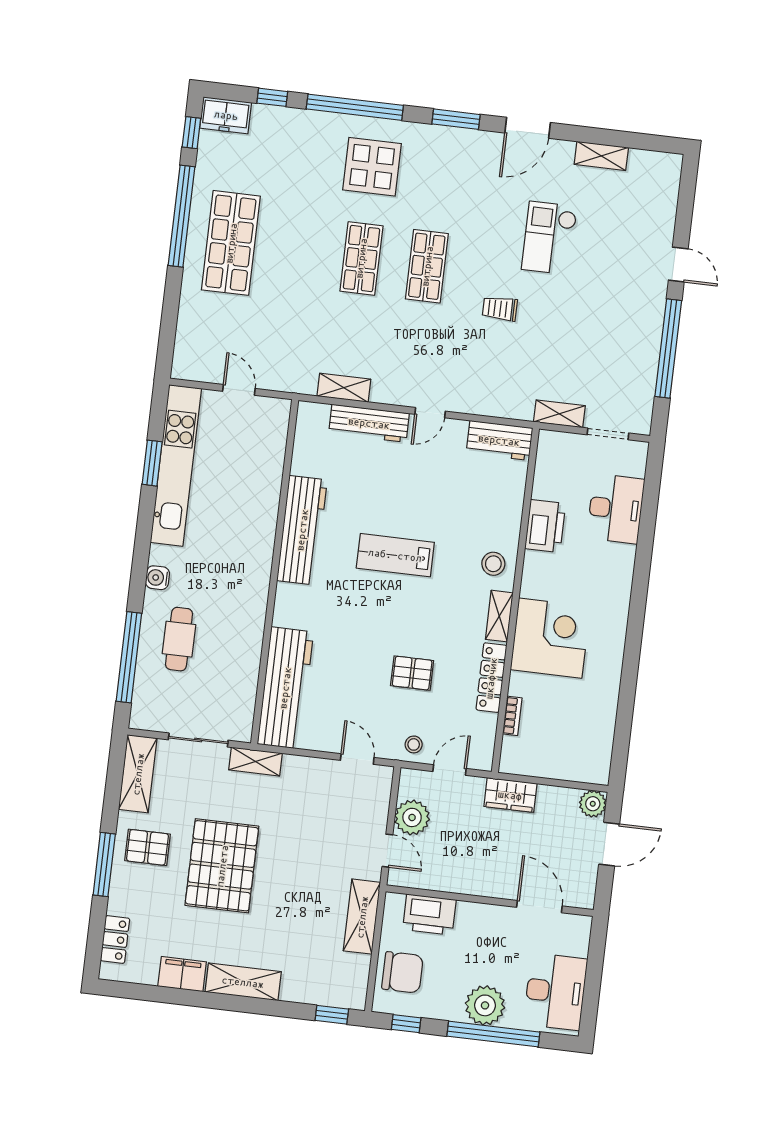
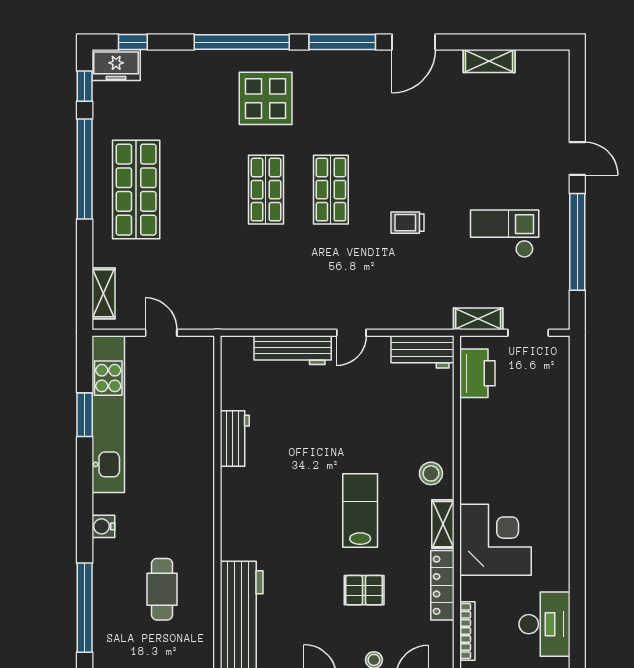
window: (272, 97) -> (133, 42), moved
window: (456, 119) -> (342, 42), width x1.44
checkout: (549, 238) -> (505, 234), moved, turned 90
shelving: (344, 388) -> (103, 293), moved, turned 90
desk: (616, 509) -> (544, 624), moved
printer: (545, 526) -> (477, 373), moved
workbench: (302, 530) -> (235, 438), width x0.53, depth x0.76
lab bench: (395, 555) -> (360, 511), moved, turned 90
cafe table: (179, 639) -> (162, 589), moved
bookcase: (512, 716) -> (467, 631), width x1.56

